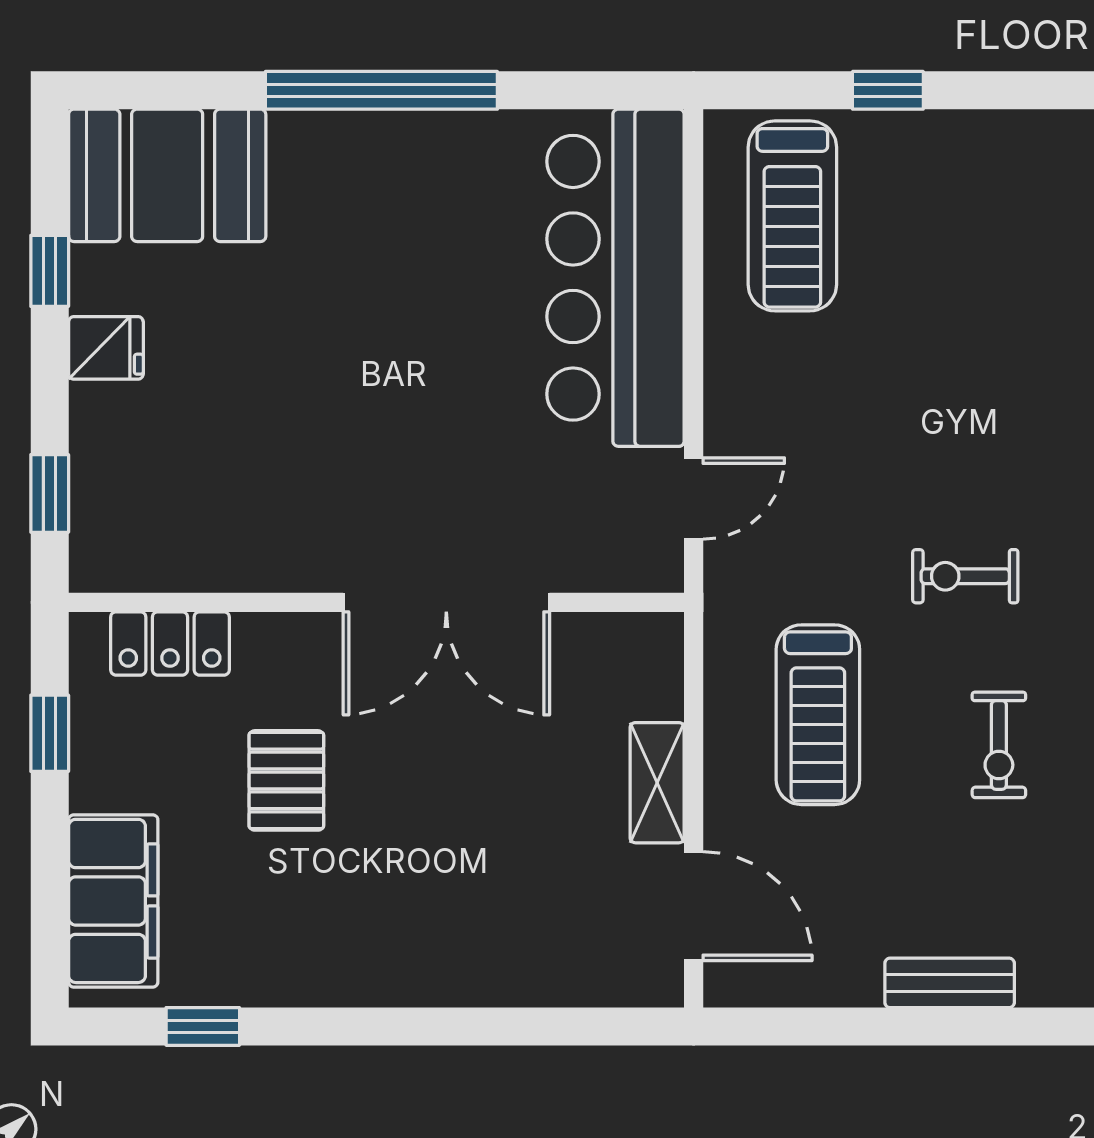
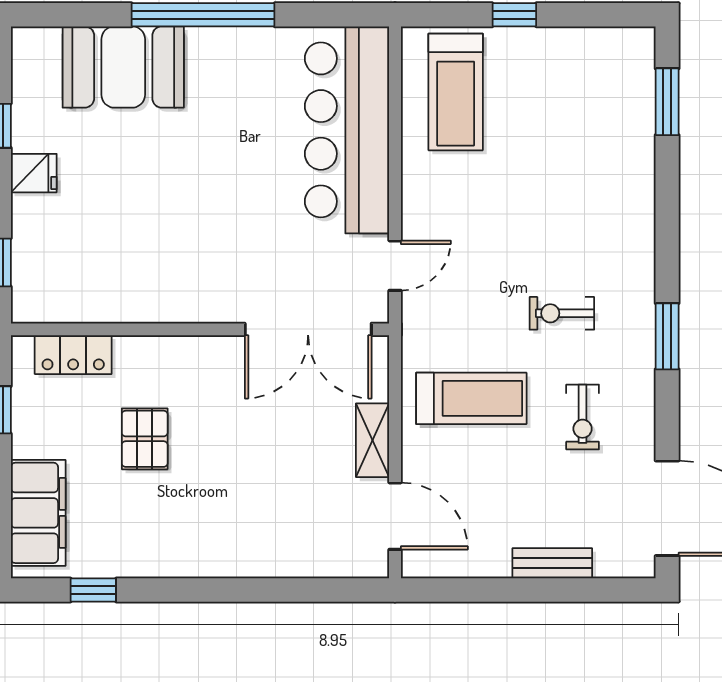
booth: (167, 175) -> (123, 67), moved
double door: (446, 602) -> (308, 329), moved
treadmill: (818, 715) -> (471, 398), turned -90

